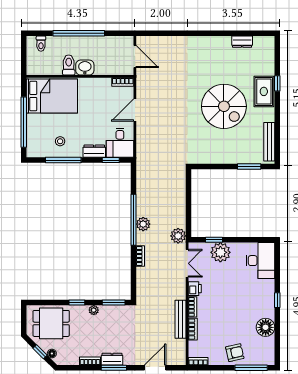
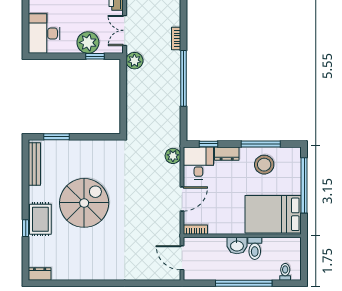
dresser: (242, 42) -> (40, 274), moved
spiral stairs: (224, 106) -> (84, 203), turned 90
stool: (60, 141) -> (264, 165), width x1.89, depth x1.89
plant: (143, 224) -> (173, 156), moved

